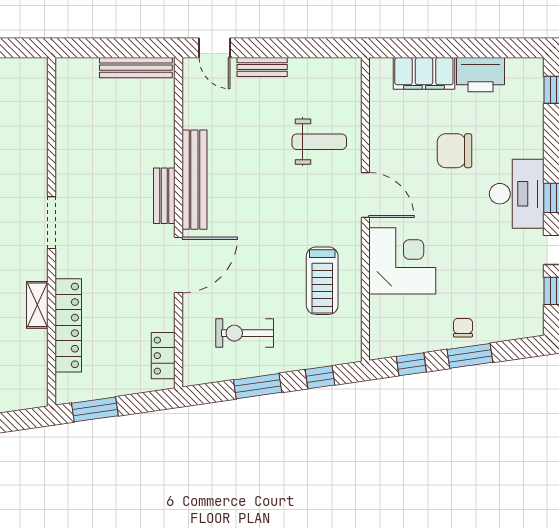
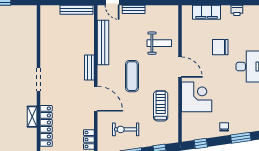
printer: (480, 75) -> (237, 10), width x0.53, depth x0.68
bench: (194, 180) -> (103, 43), moved
exercise mat: (259, 215) -> (132, 76), added
door: (178, 265) -> (96, 99), hinge flipped
treadmill: (322, 281) -> (161, 106), turned 180
window: (470, 356) -> (241, 138), moved

